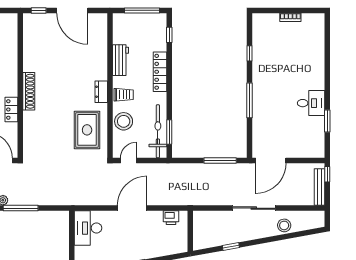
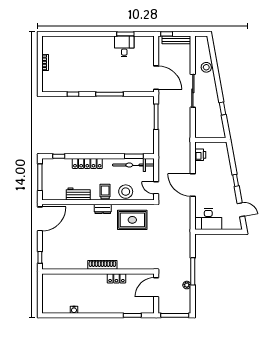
door: (72, 10) -> (40, 219), moved
desk: (311, 103) -> (124, 46), moved

